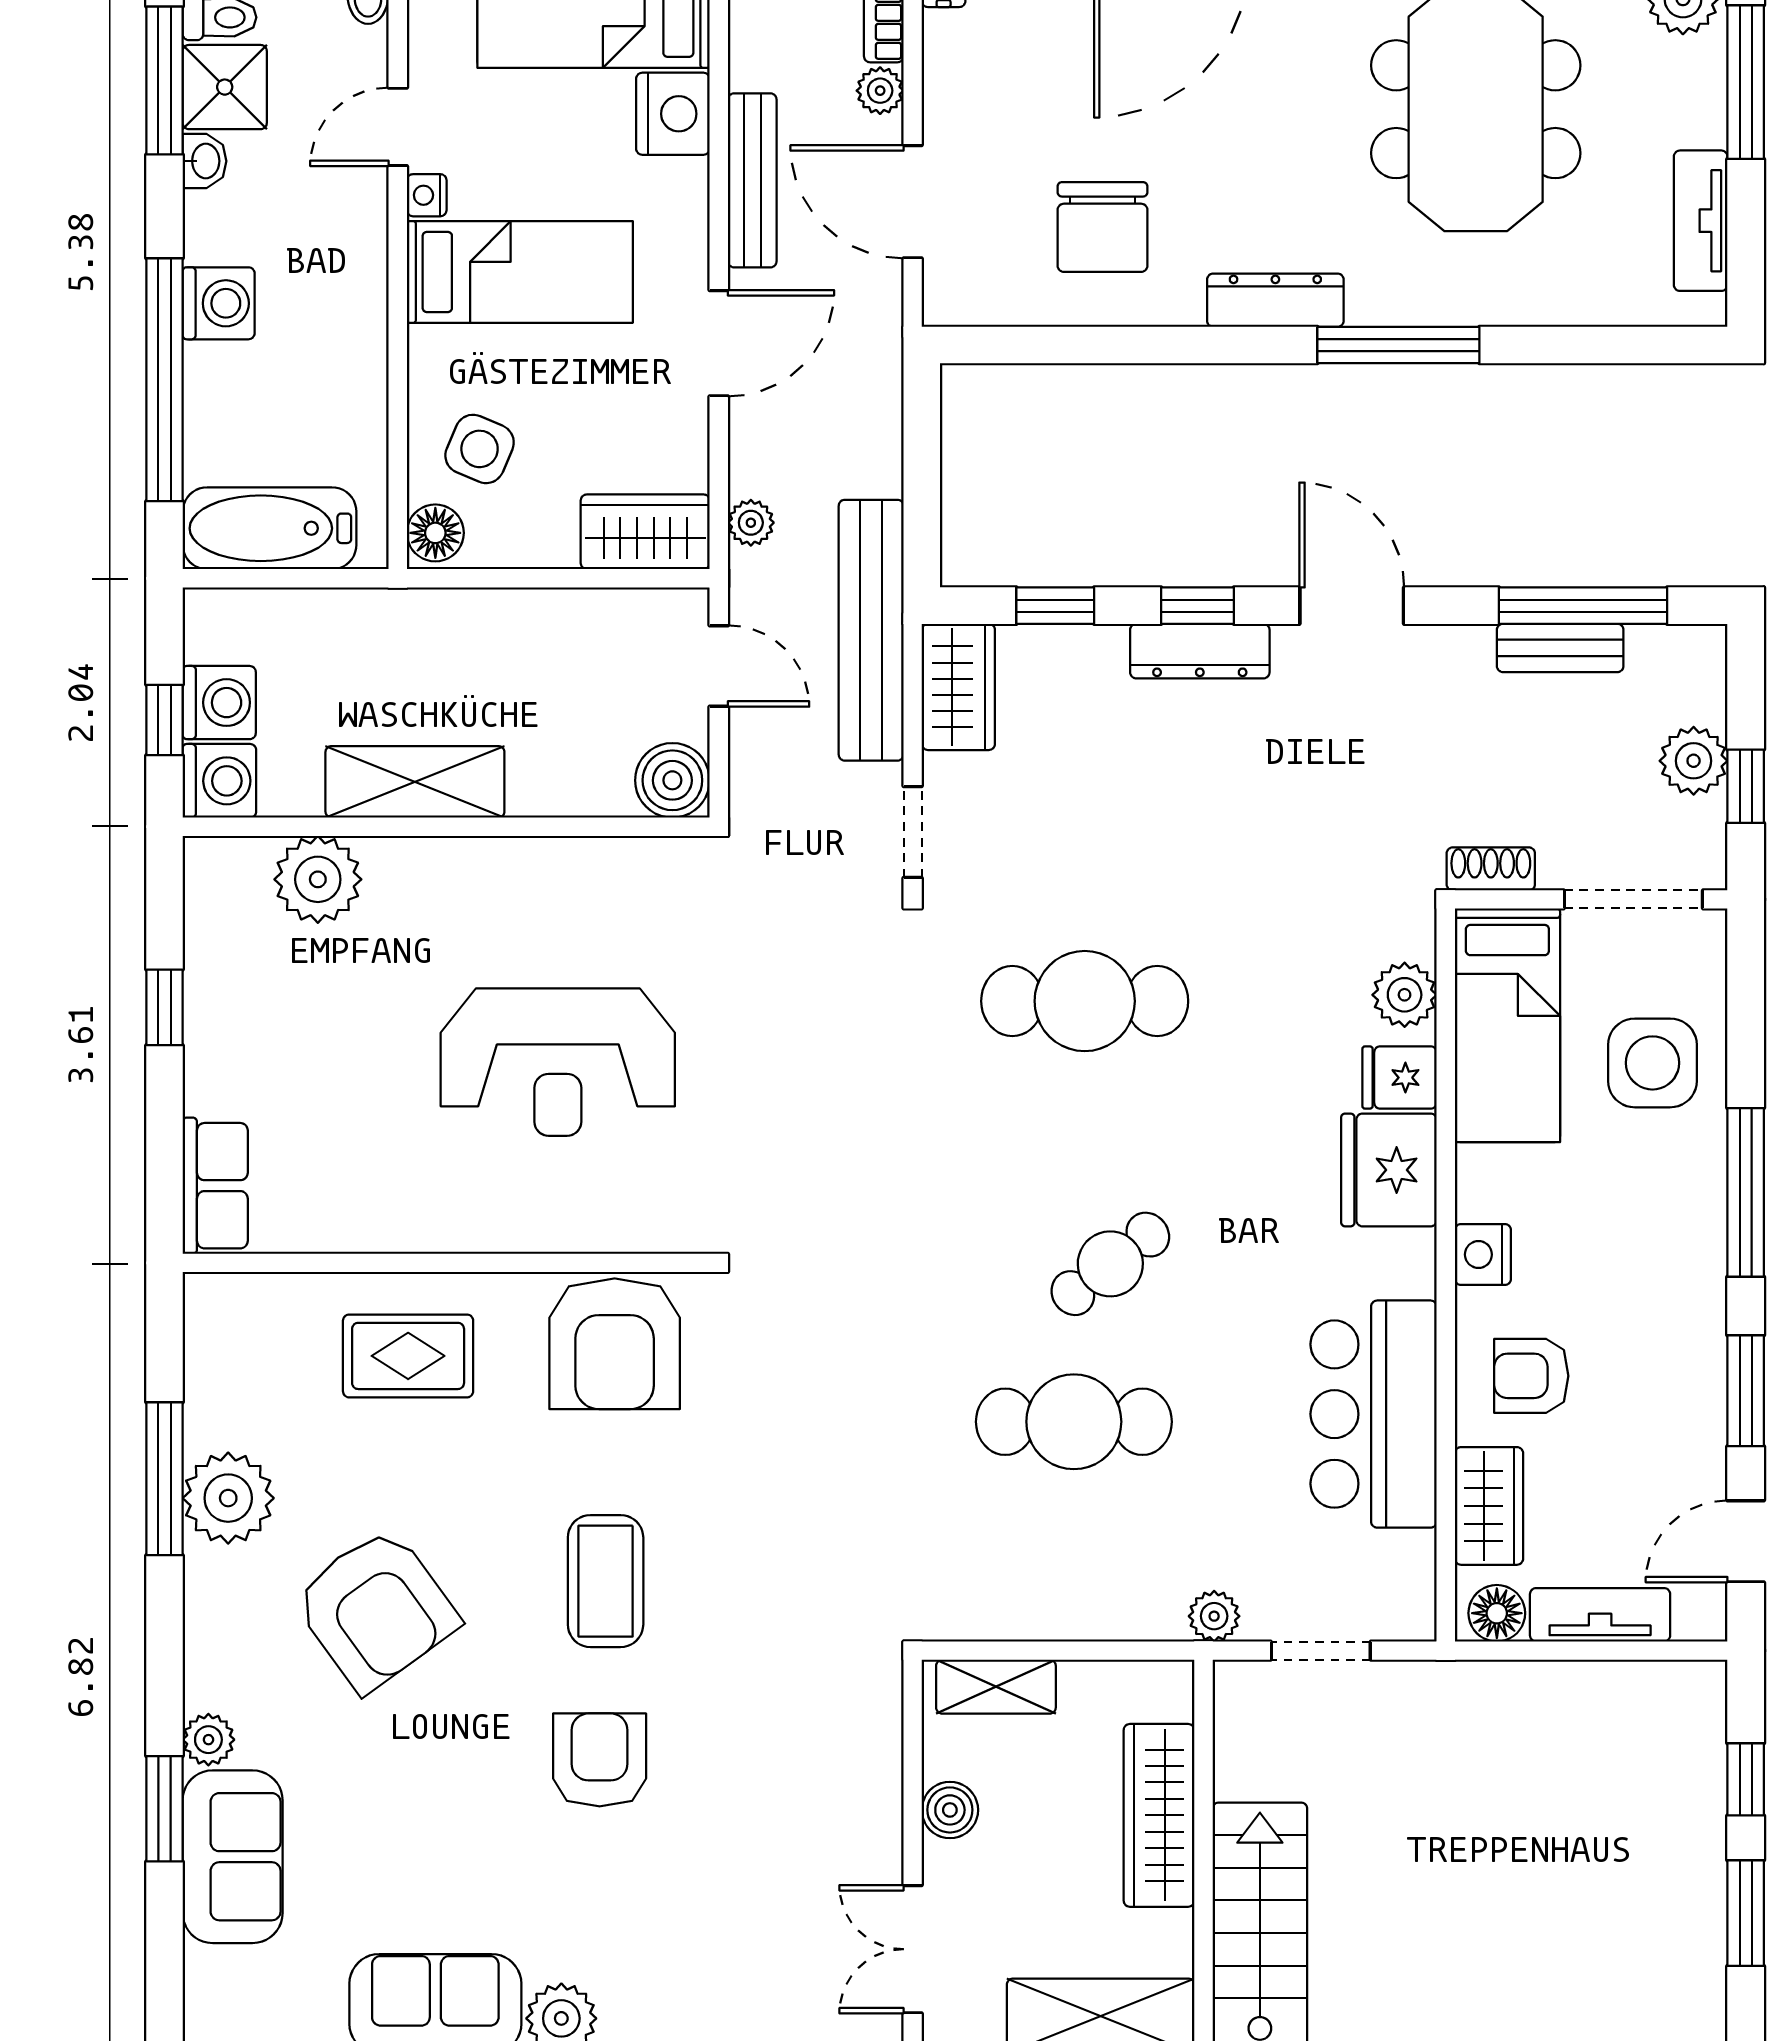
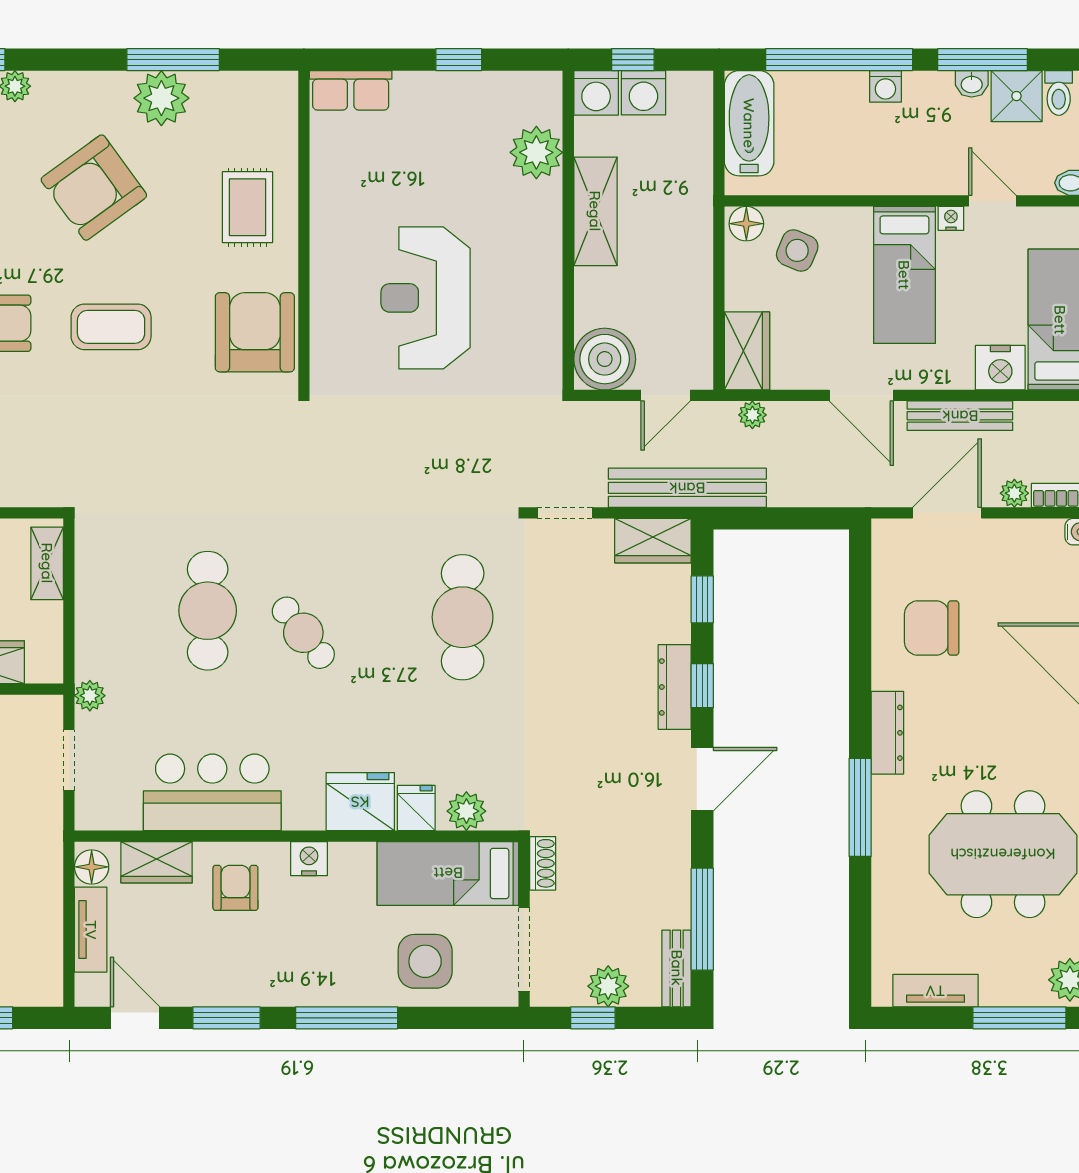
window: (164, 81) -> (982, 60), moved
washing machine: (219, 303) -> (885, 86), width x0.73, depth x0.73
bench: (1560, 648) -> (677, 968), moved
boiler: (672, 780) -> (605, 359), width x1.37, depth x1.37
armchair: (615, 1344) -> (255, 332), turned 90

